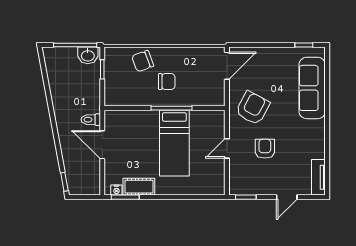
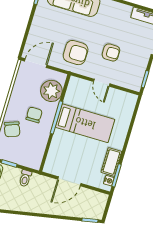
door: (227, 66) -> (36, 63), hinge flipped
plant: (200, 93) -> (51, 91), added
armchair: (253, 108) -> (76, 53), turned 152
toilet: (91, 120) -> (25, 178), moved
armchair: (265, 149) -> (111, 52), turned 180

